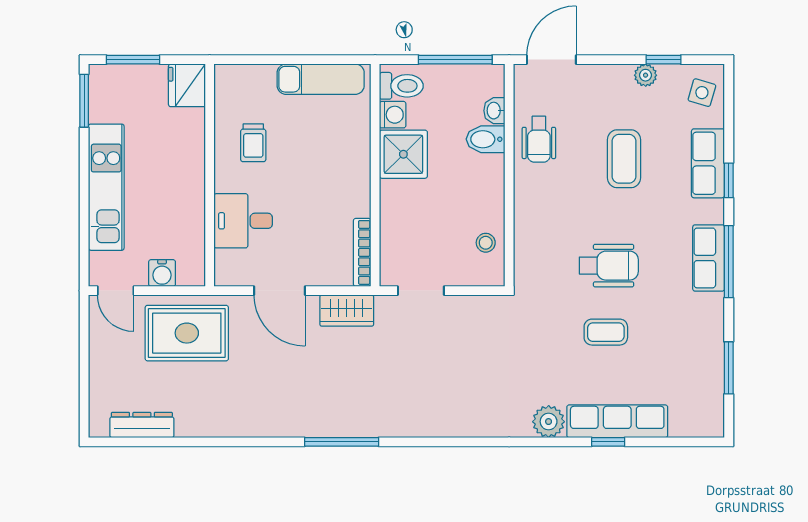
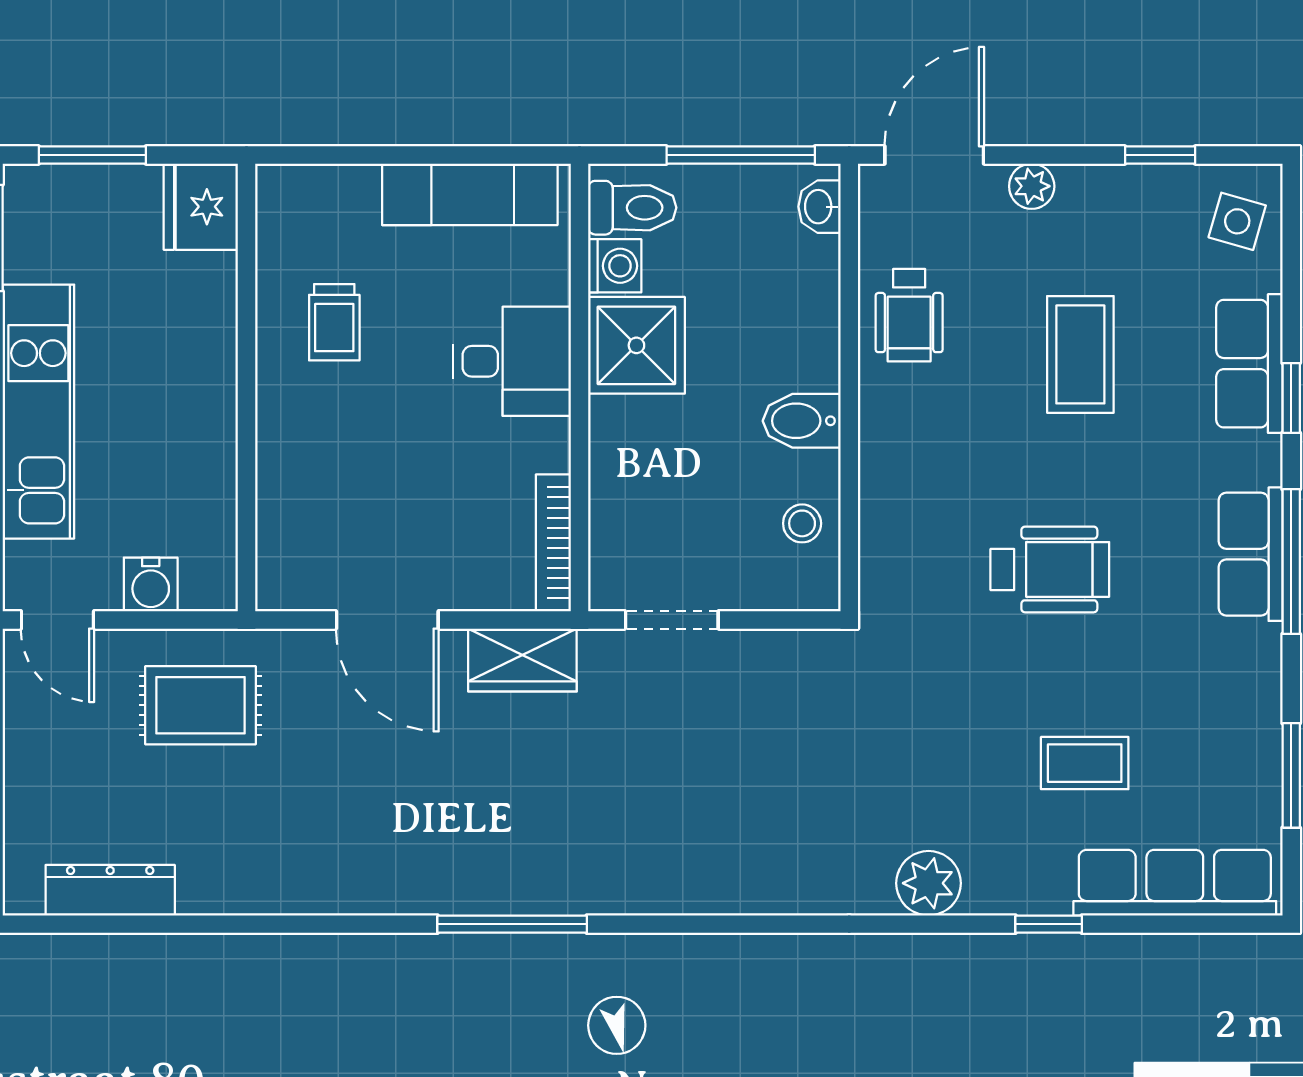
plant: (646, 75) -> (1032, 186), moved
washbasin: (494, 111) -> (819, 207), moved
bidet: (485, 139) -> (802, 421), moved
desk: (243, 221) -> (512, 361), moved, turned 180
coffee table: (606, 332) -> (1085, 763), moved
rug: (187, 333) -> (201, 705), width x0.73, depth x0.70
row of seats: (617, 421) -> (1175, 883), moved

